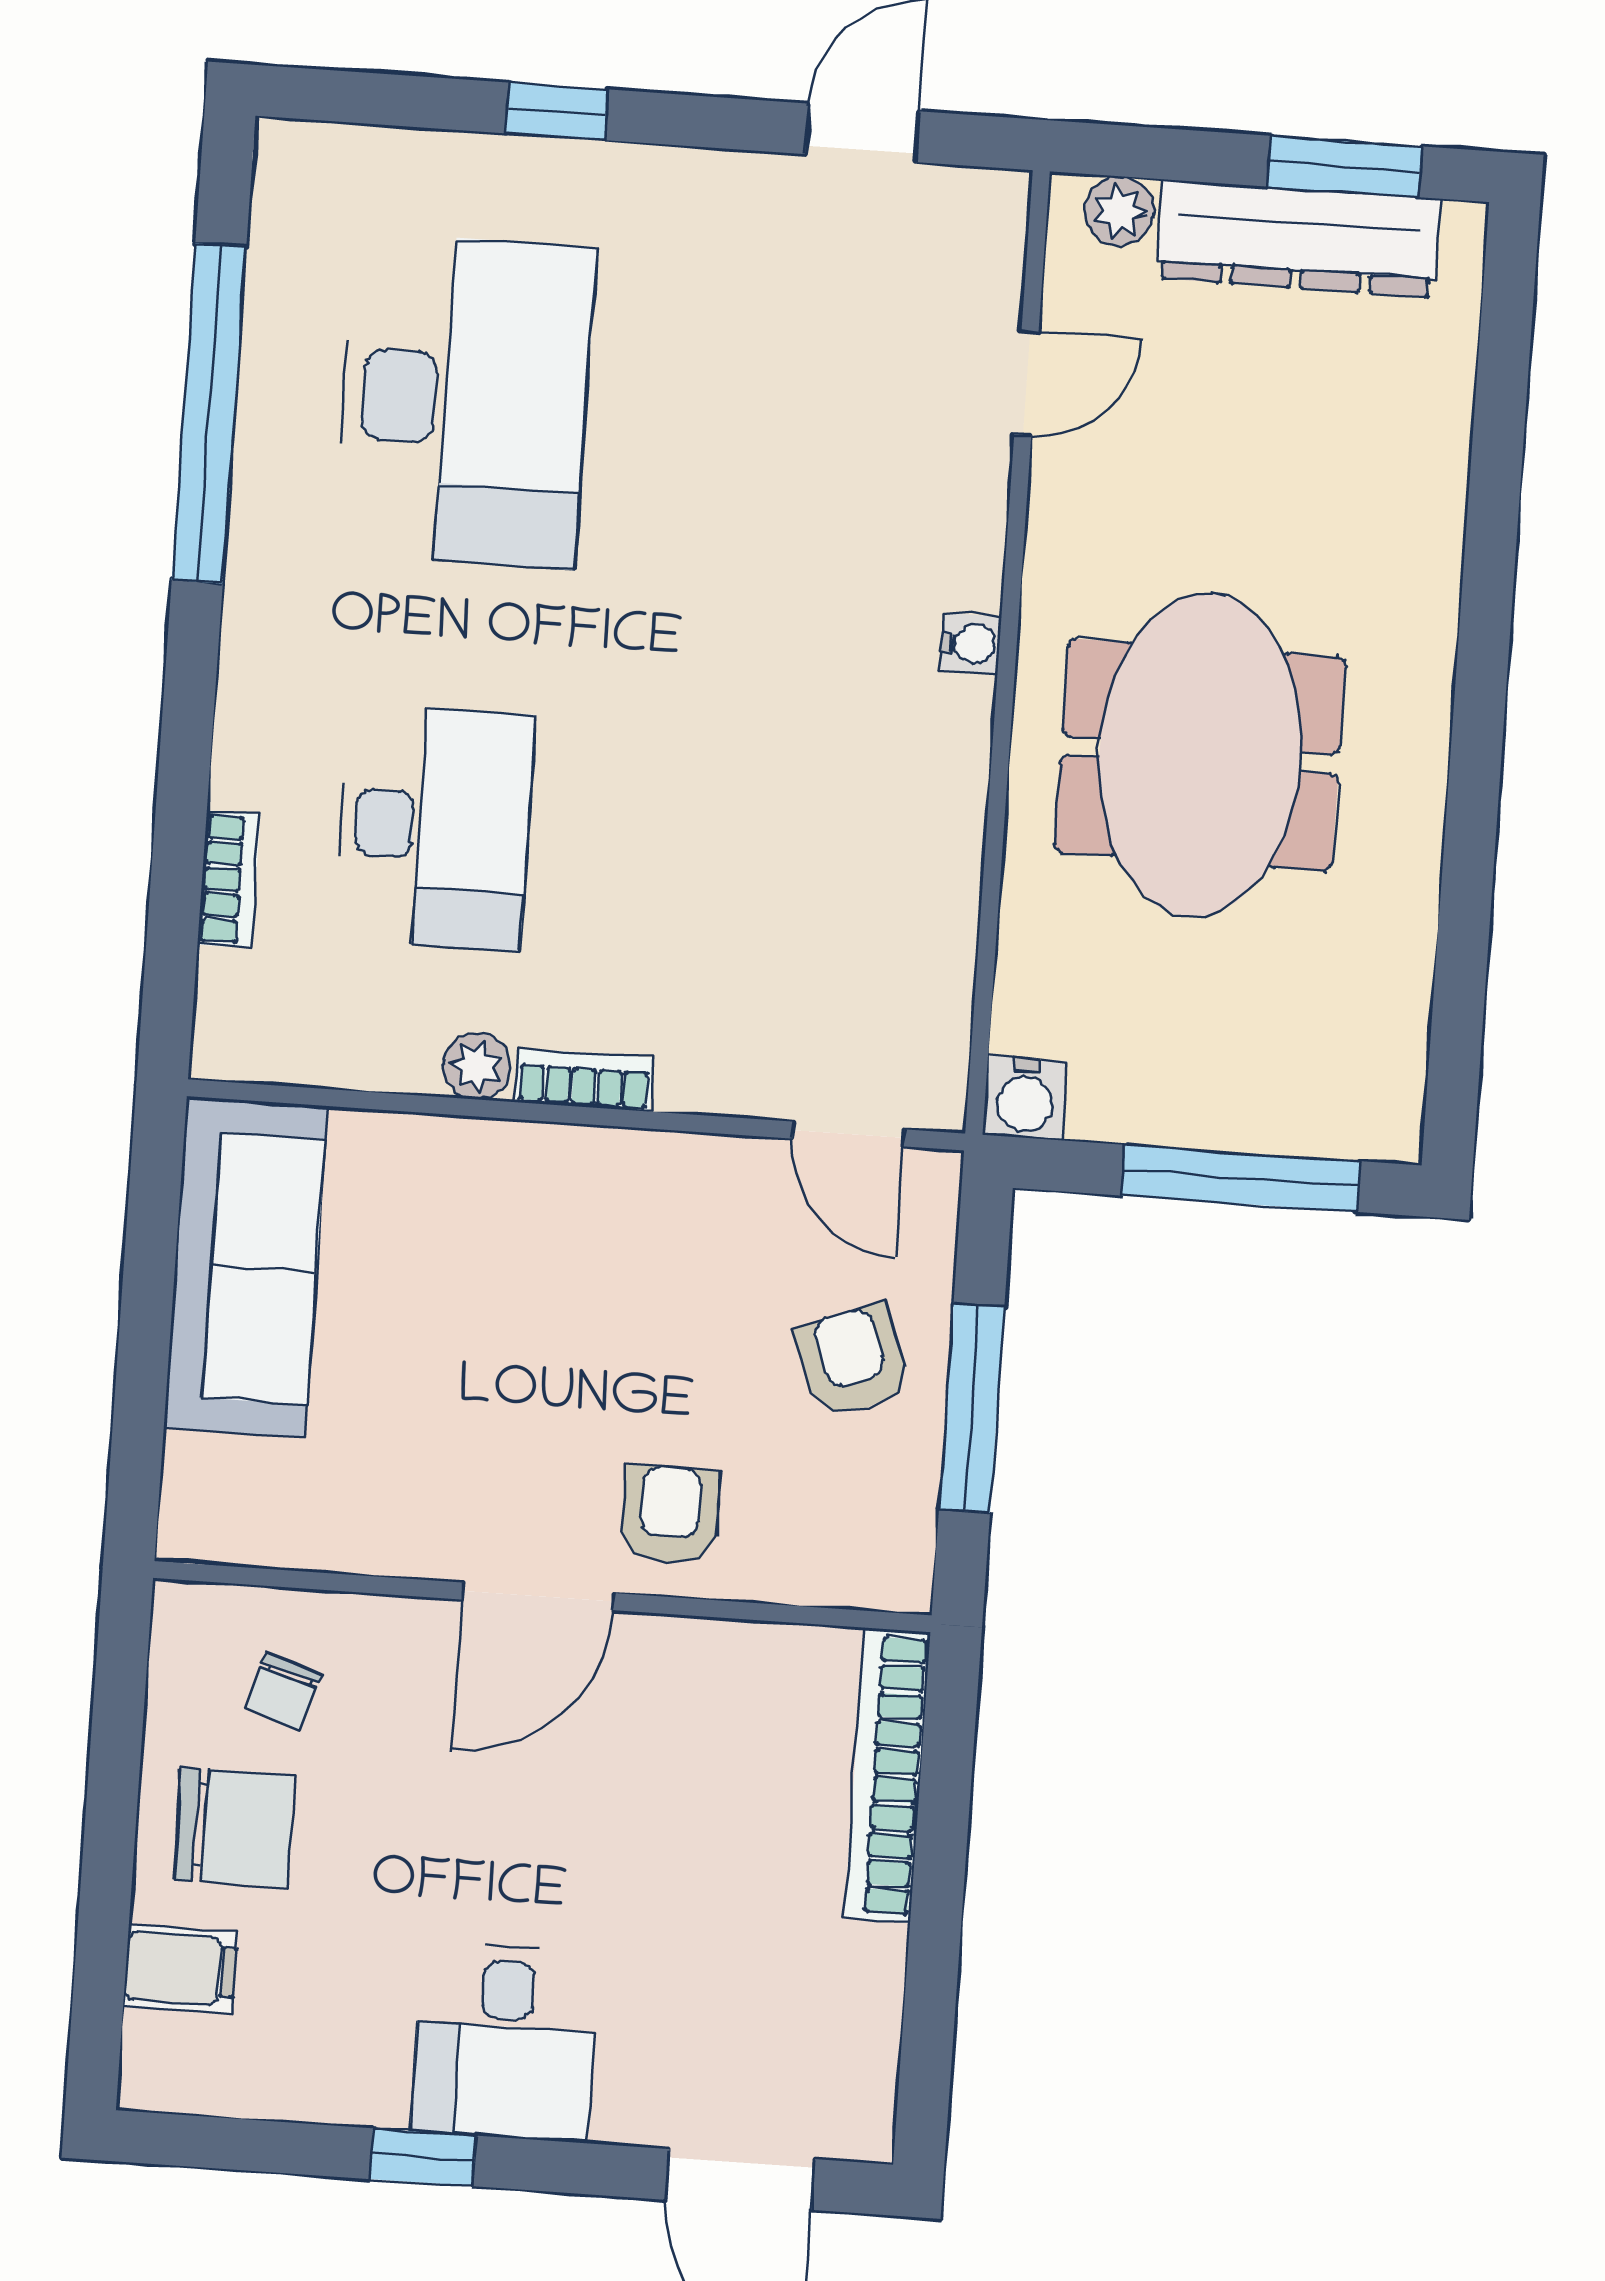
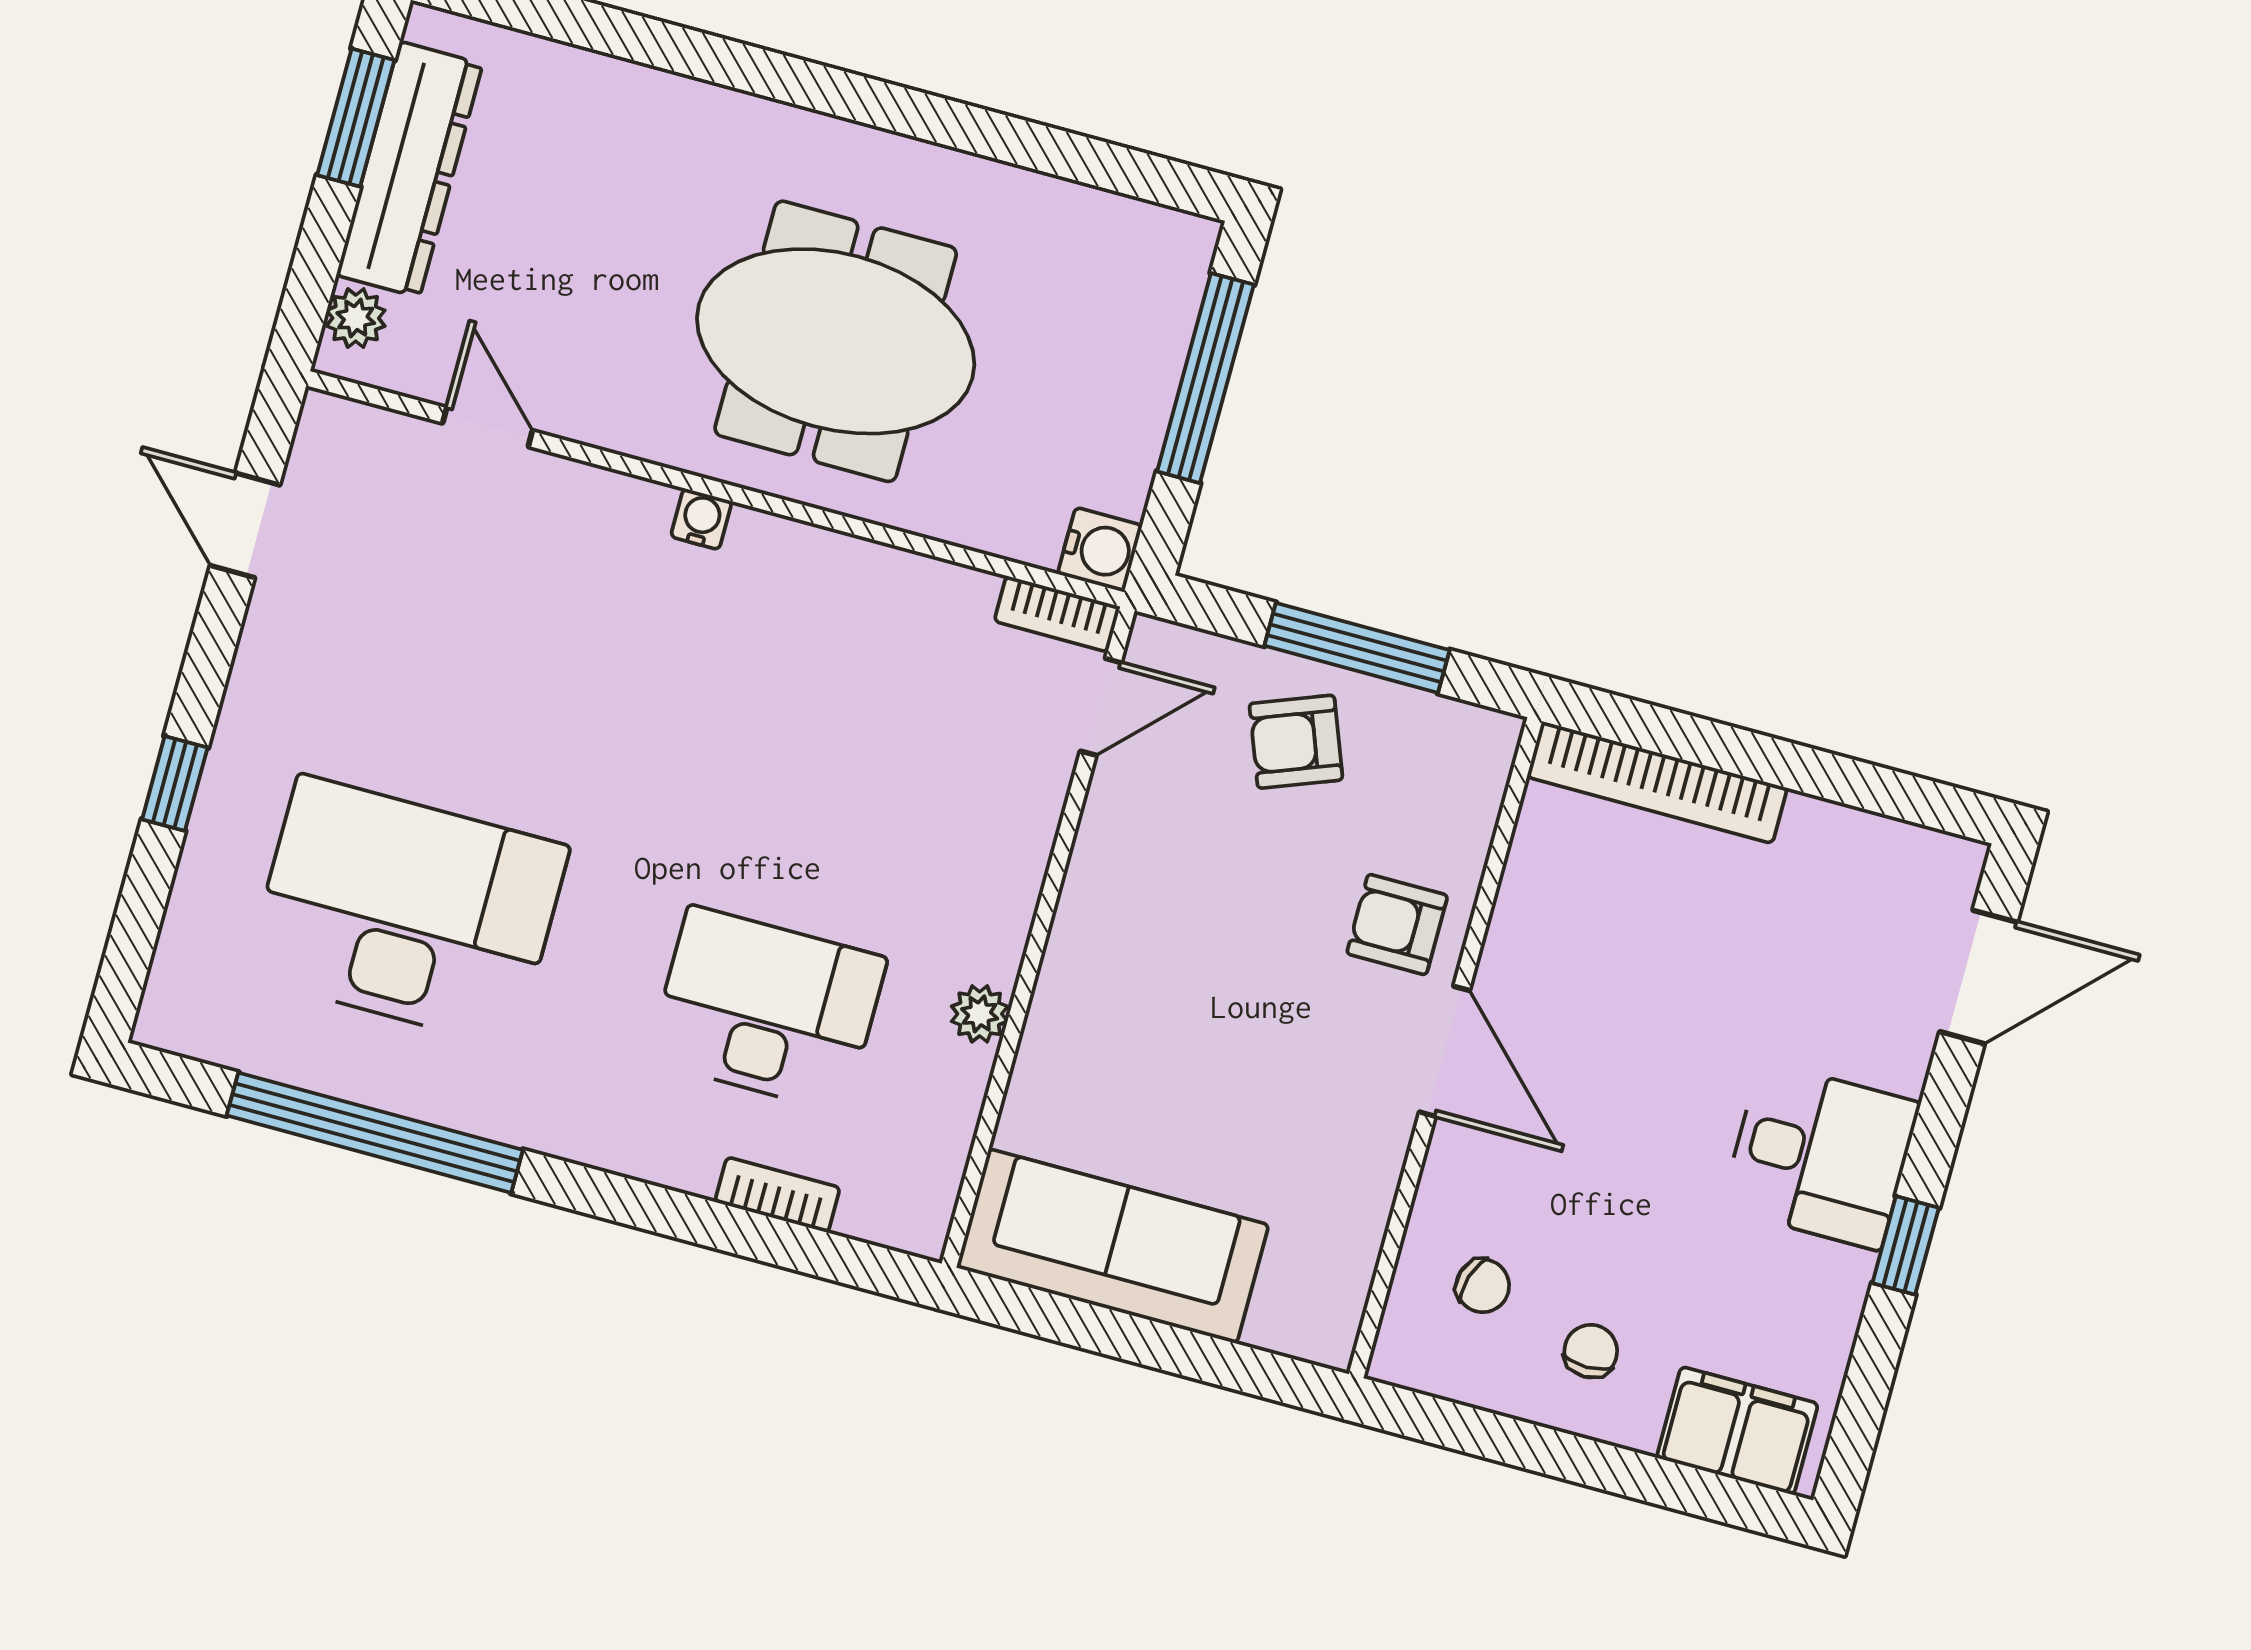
bookcase: (584, 1080) -> (1057, 614), moved, turned -90
chair: (234, 1827) -> (1591, 1351), width x0.54, depth x0.54
filing cabinet: (180, 1969) -> (1737, 1431), width x2.00

